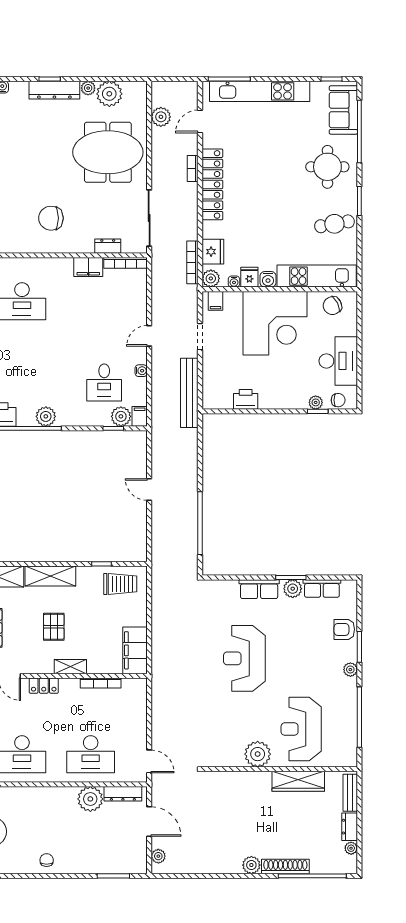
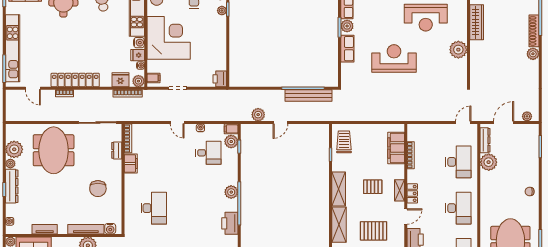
plant: (161, 117) -> (258, 115), moved
bench: (189, 393) -> (308, 96), moved
printer: (246, 399) -> (220, 79), moved
filing cabinet: (135, 650) -> (396, 148), moved, turned 90
reception desk: (244, 658) -> (394, 59), turned 180
shelving: (70, 667) -> (399, 190), moved
reception desk: (301, 729) -> (426, 18), moved

